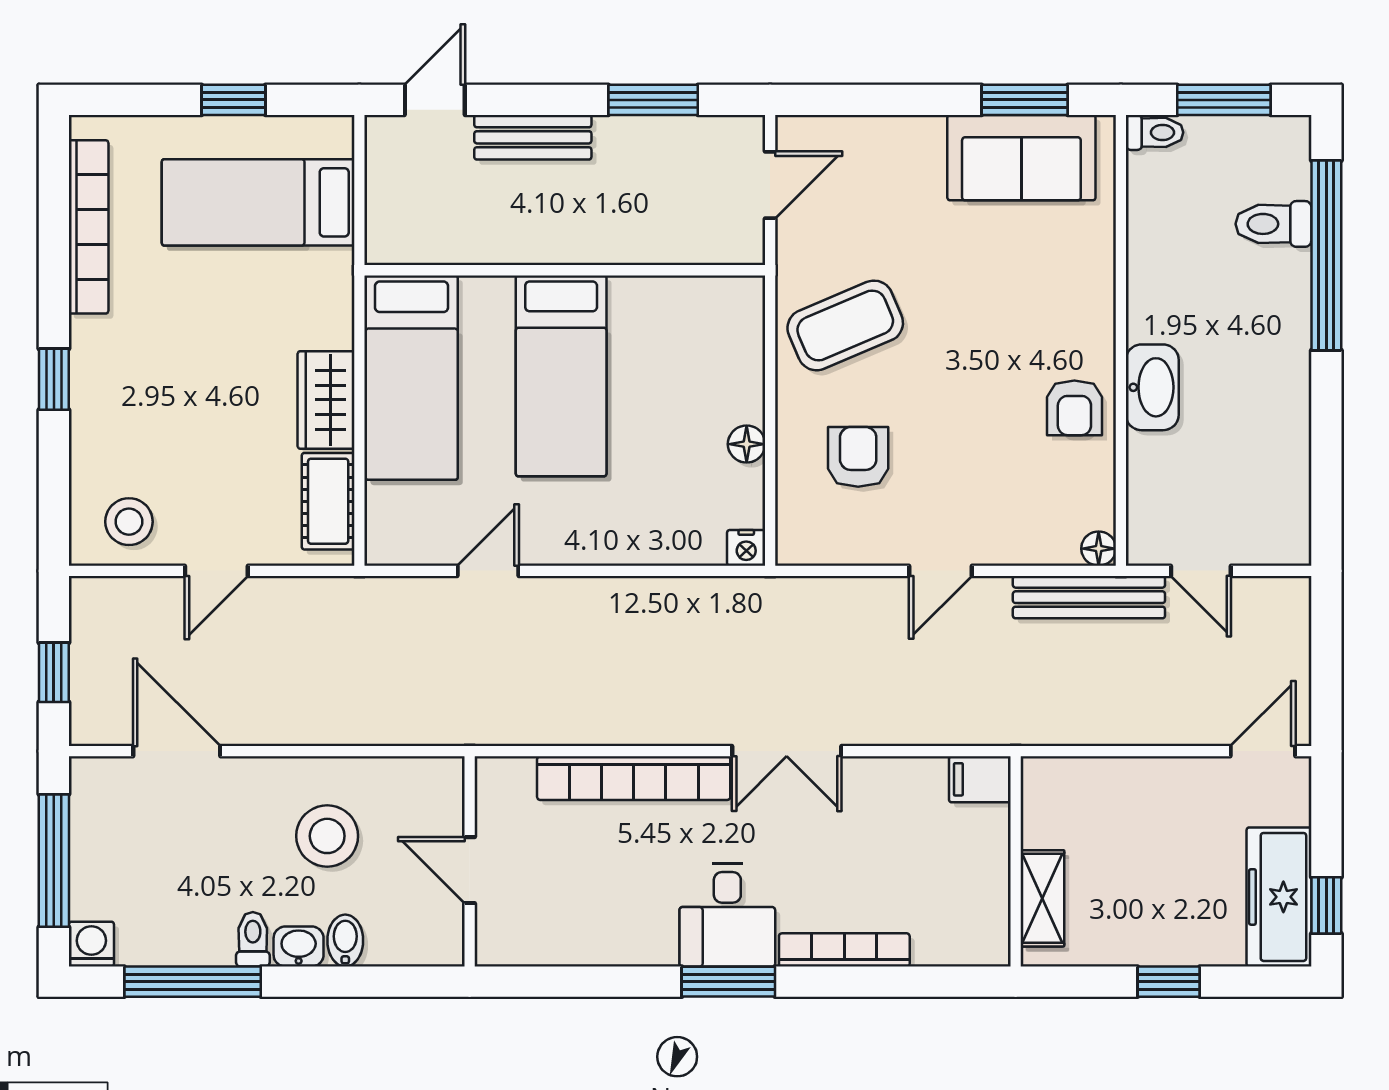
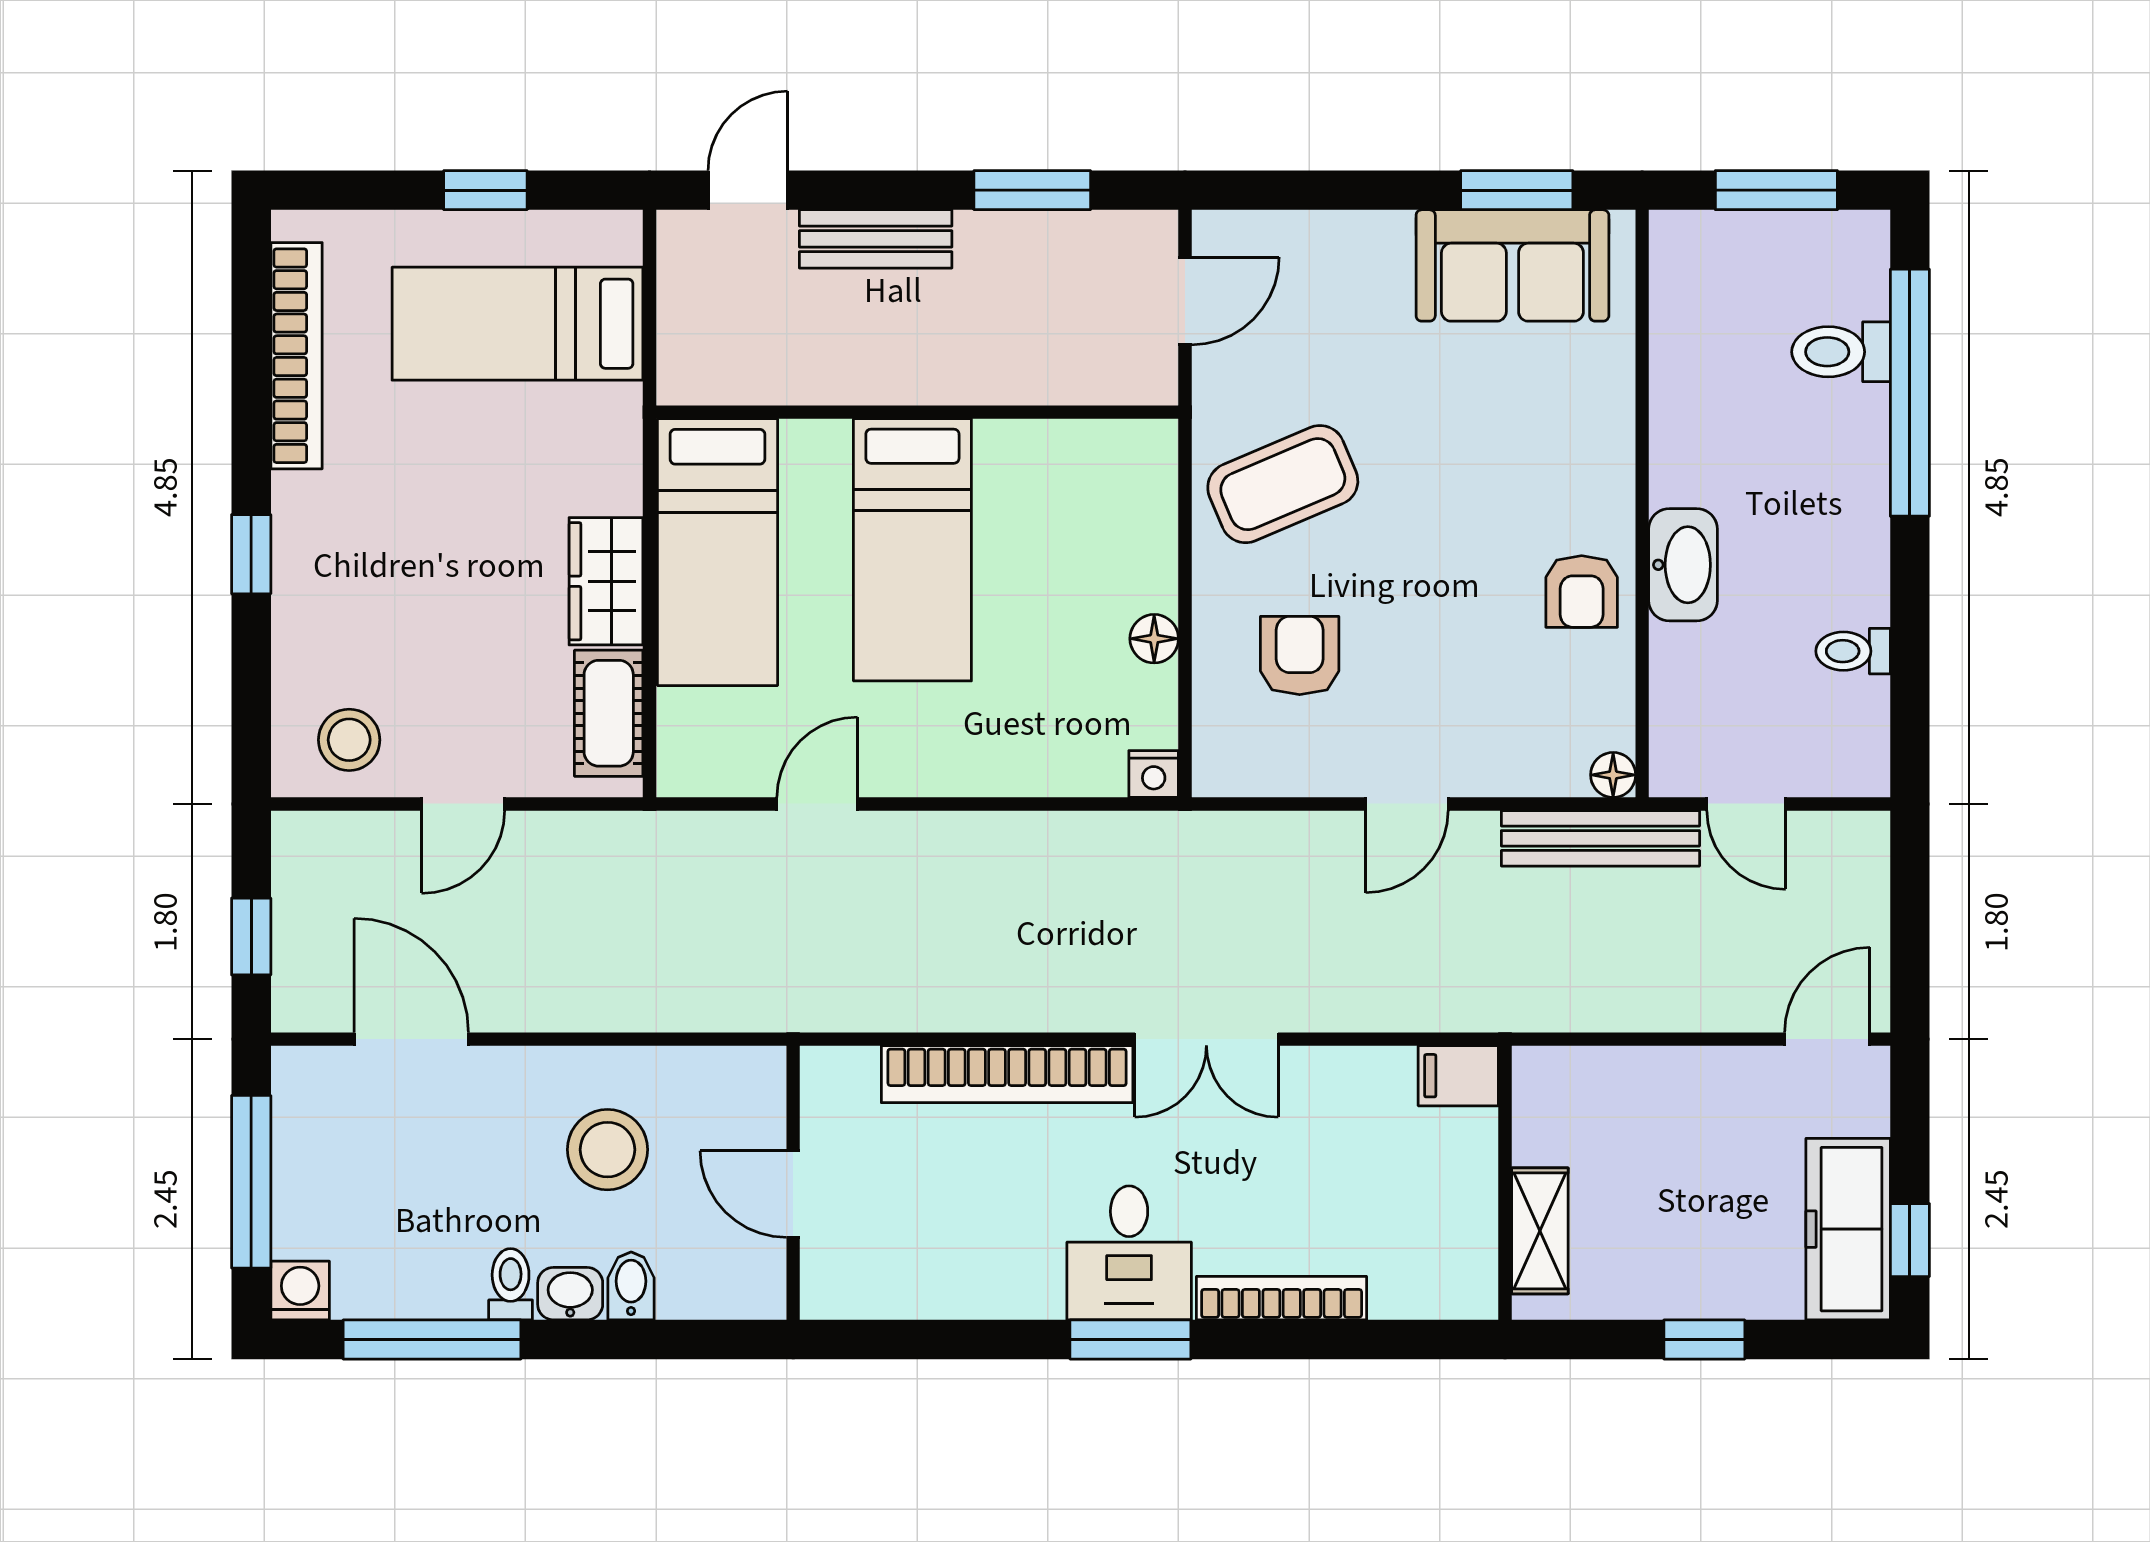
toilet: (1154, 132) -> (1853, 651), moved, turned 180

